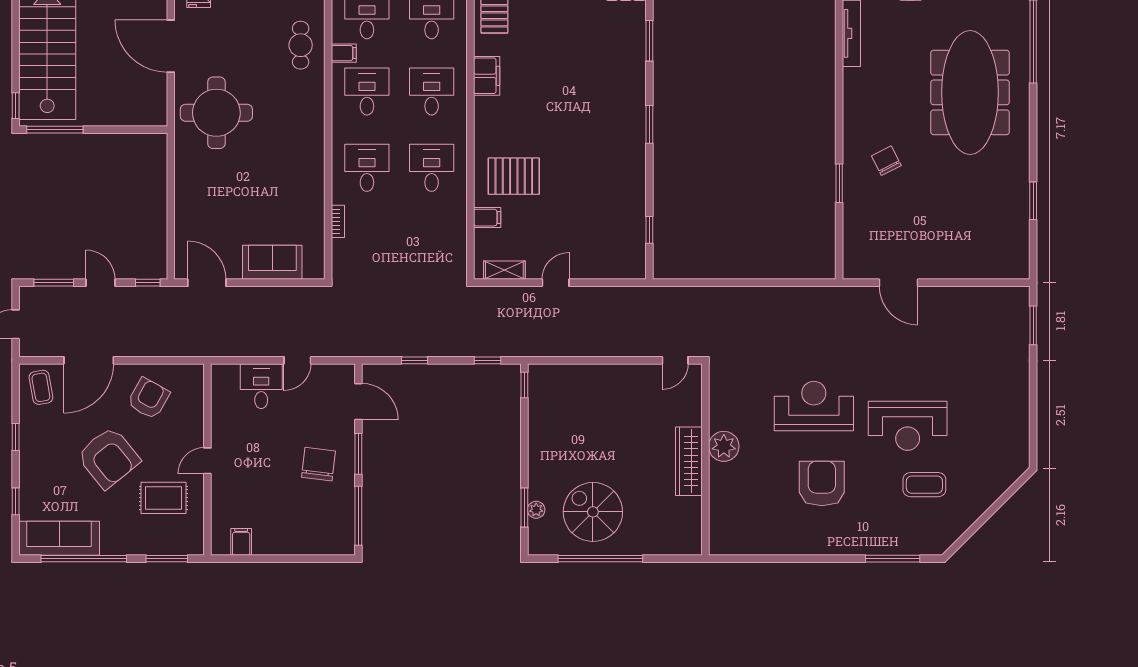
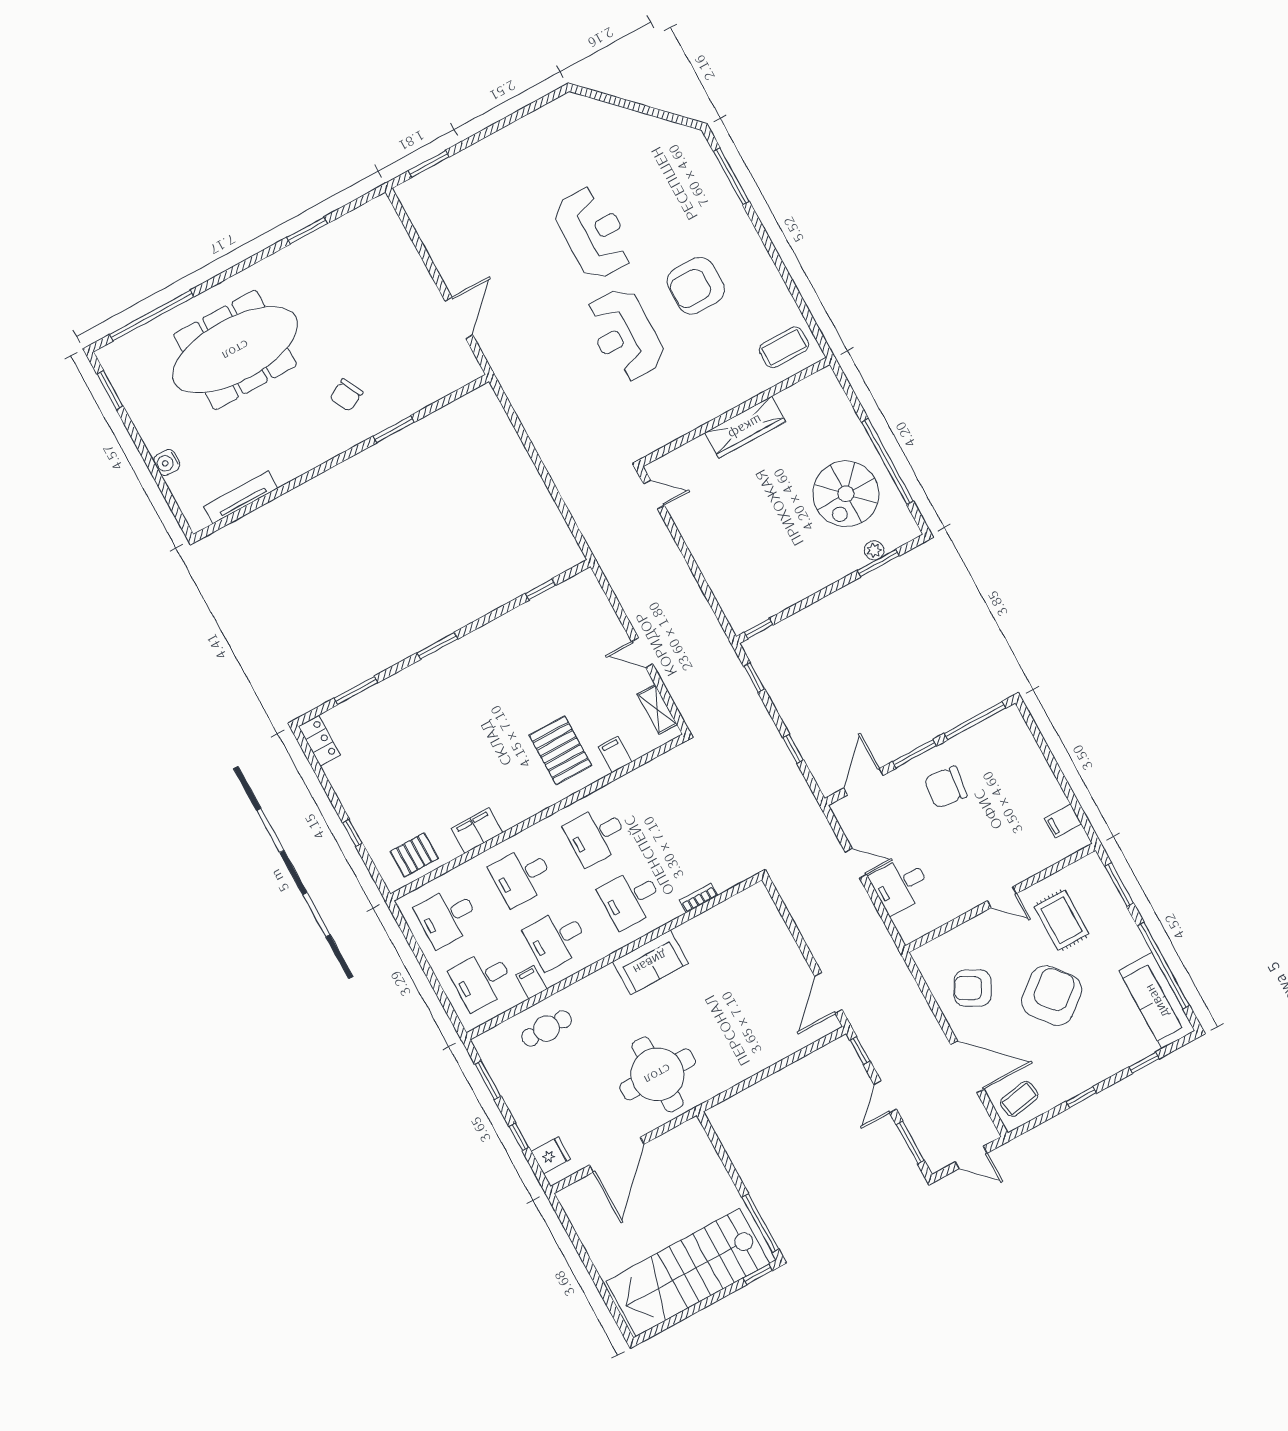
sofa: (272, 262) -> (650, 962), moved, turned -90
plant: (724, 446) -> (712, 401), removed
coffee table: (924, 485) -> (784, 347), moved, turned 90

